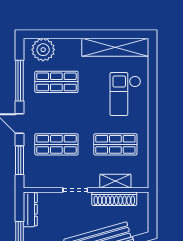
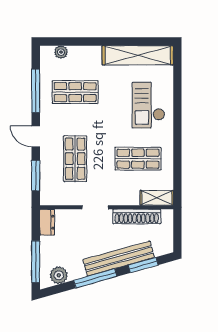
plant: (43, 50) -> (61, 52), width x0.53, depth x0.53
shop shelf: (56, 144) -> (75, 159), turned 90
shelving: (115, 181) -> (157, 198), moved
dresser: (30, 209) -> (47, 222), width x0.70

